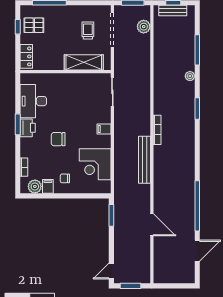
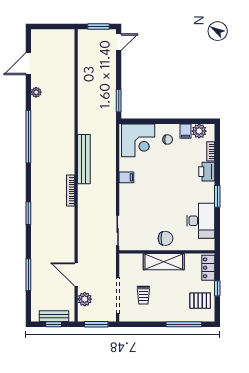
window: (18, 27) -> (217, 288), moved
shelving: (84, 62) -> (164, 262), moved
plant: (190, 76) -> (36, 92), moved
printer: (28, 128) -> (207, 172), moved
filing cabinet: (104, 129) -> (126, 177), moved
chair: (58, 139) -> (165, 238), moved
corner desk: (95, 164) -> (138, 140), moved, turned 90
window: (197, 206) -> (28, 137), moved
door: (152, 225) -> (76, 275), moved

